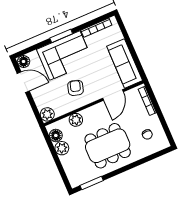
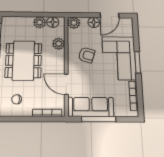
window: (133, 51) -> (99, 119), added
floor lamp: (24, 61) -> (94, 22), moved

